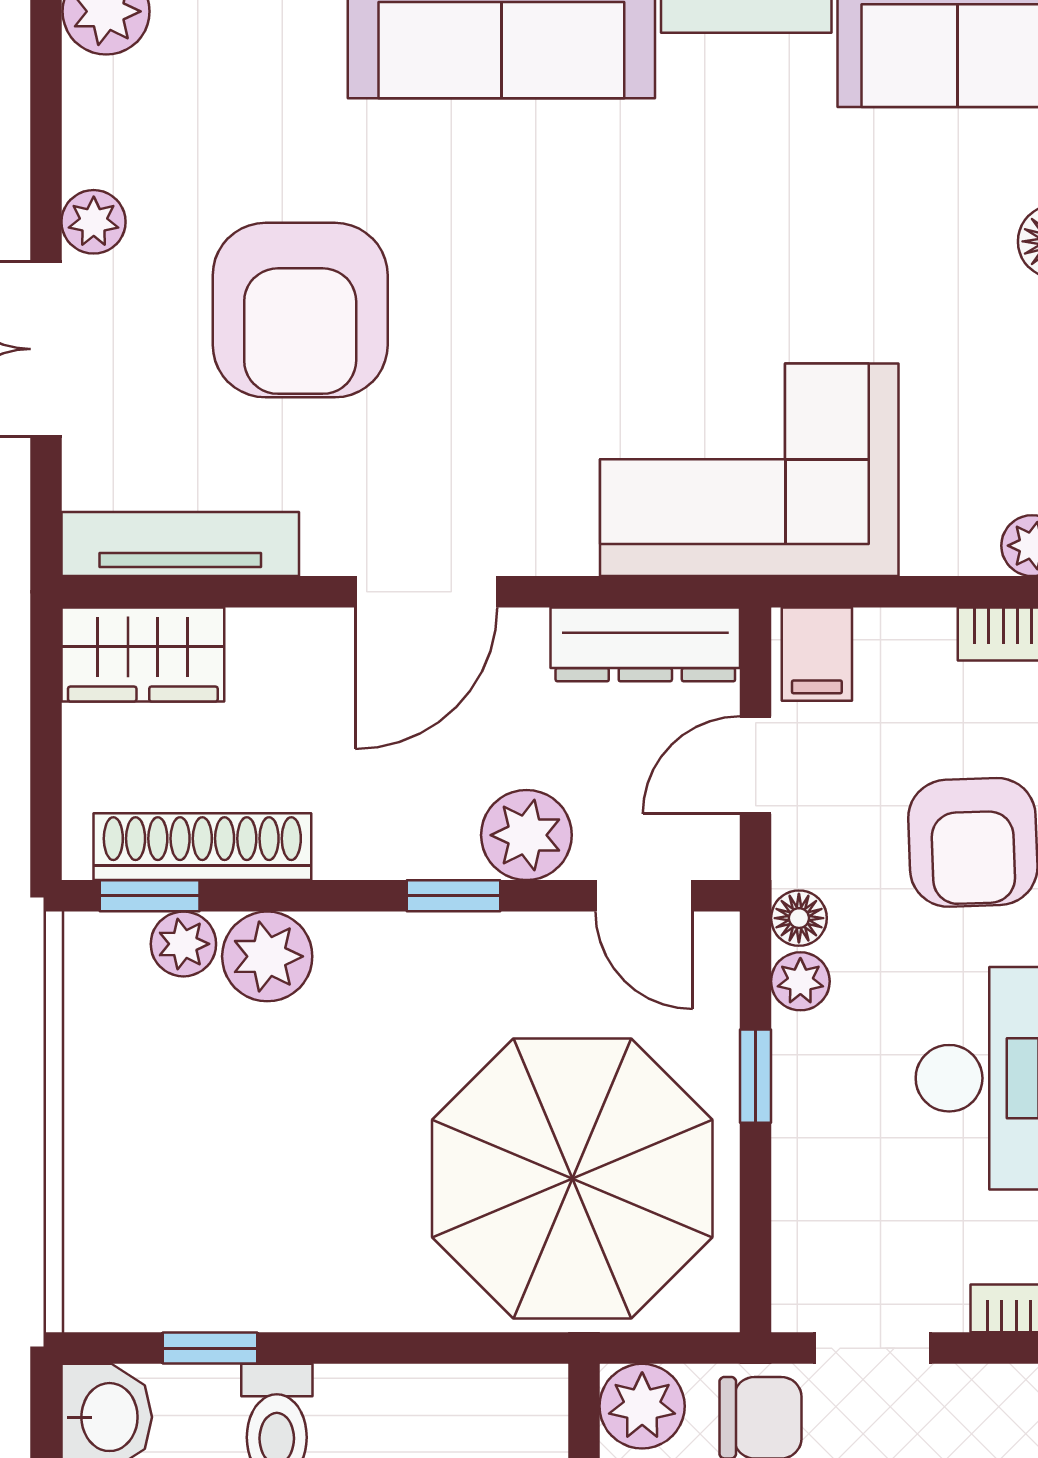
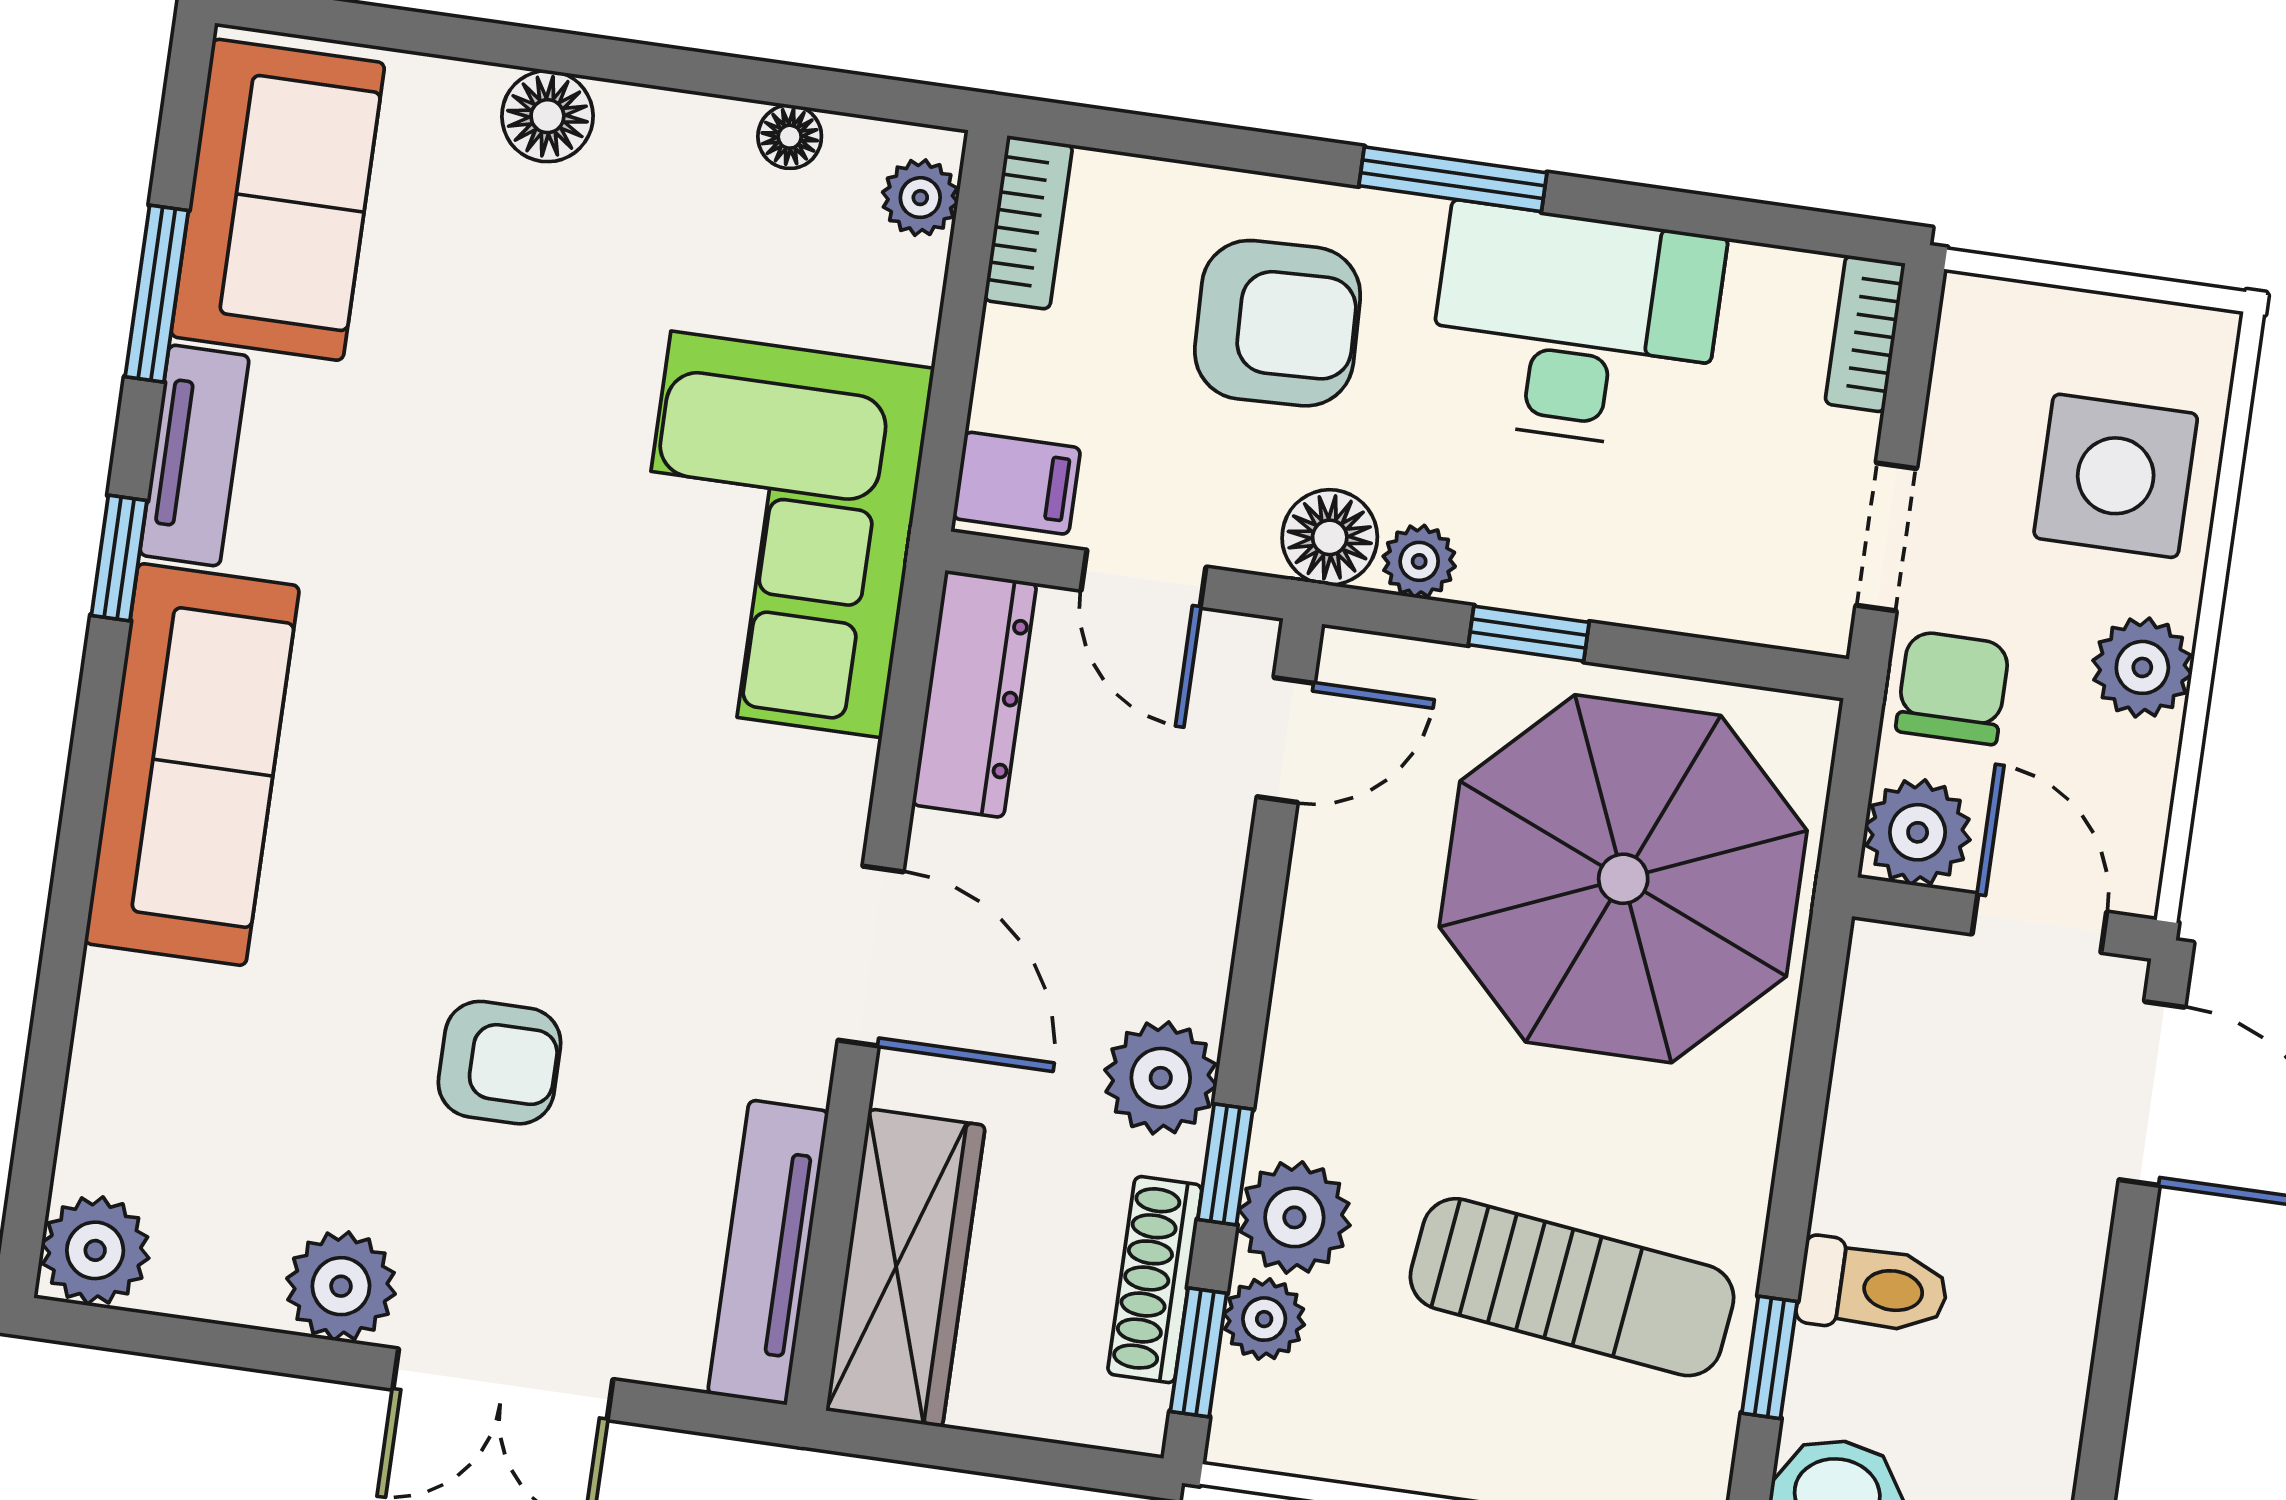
plant: (94, 222) -> (341, 1286), width x1.38, depth x1.38
armchair: (300, 310) -> (499, 1063), width x0.53, depth x0.53
wardrobe: (143, 654) -> (905, 1268), width x1.50
plant: (526, 835) -> (1161, 1078), moved
shoe rack: (202, 847) -> (1155, 1280), width x0.74, depth x0.81
window: (453, 896) -> (1225, 1164), moved
floor lamp: (799, 918) -> (1330, 537), width x1.37, depth x1.37
sun lounger: (243, 1184) -> (1572, 1287), added

